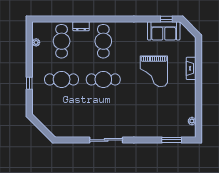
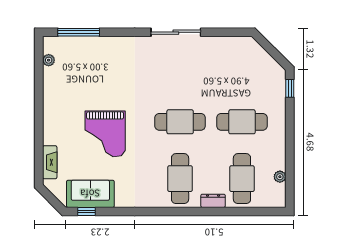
fireplace: (191, 68) -> (50, 162), moved
grand piano: (154, 71) -> (105, 134), turned 180
window: (29, 83) -> (290, 88), moved
window: (172, 140) -> (79, 32), width x1.44

